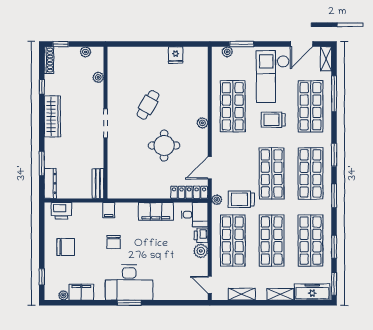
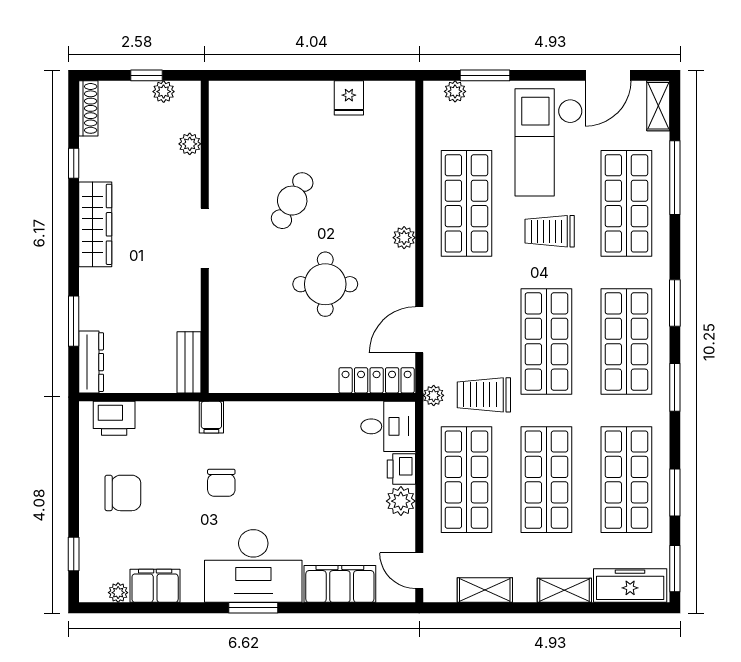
window: (61, 44) -> (147, 75), moved
filing cabinet: (156, 211) -> (340, 584), moved, turned 180

